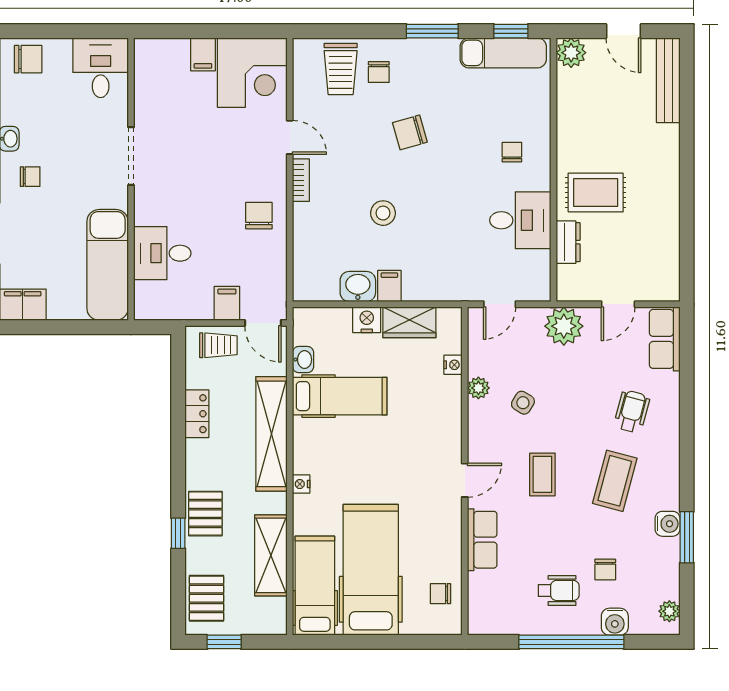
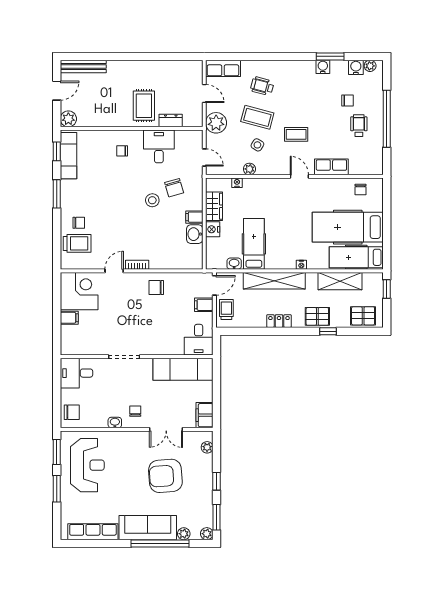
chair: (28, 59) -> (72, 412), turned 90
chair: (410, 132) -> (174, 188), moved
stool: (383, 213) -> (152, 200), moved
desk: (162, 253) -> (199, 340), moved
locker: (197, 414) -> (279, 321), moved
coffee table: (615, 481) -> (257, 117), moved
water cooler: (615, 622) -> (356, 67), moved, turned -90
window: (224, 642) -> (387, 289), moved

